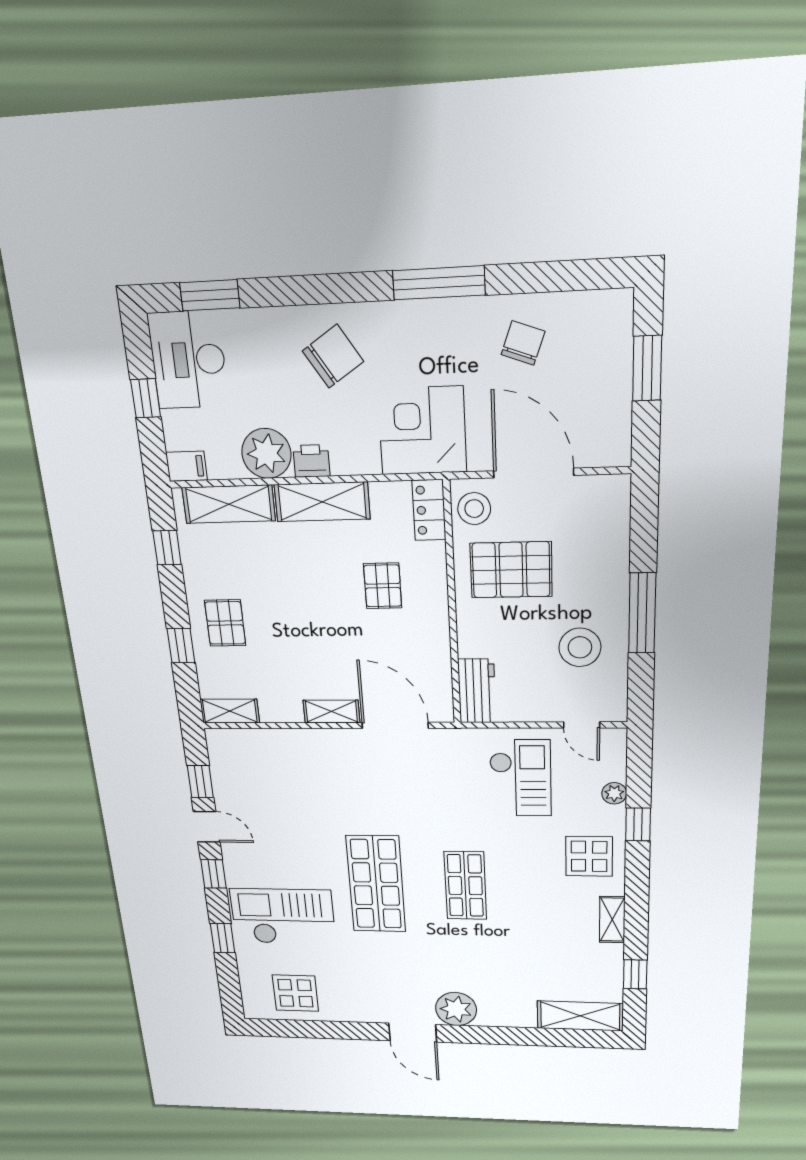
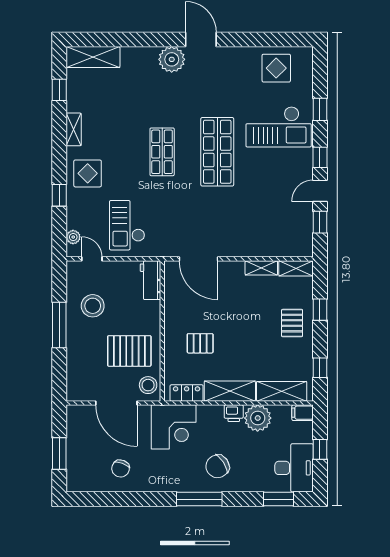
window: (439, 283) -> (199, 499), moved
locker: (429, 510) -> (187, 393), moved, turned -90
pallet: (383, 586) -> (200, 343), turned 90
shelving: (331, 711) -> (261, 268), moved
plant: (614, 793) -> (73, 237), moved
door: (207, 827) -> (320, 191), hinge flipped

